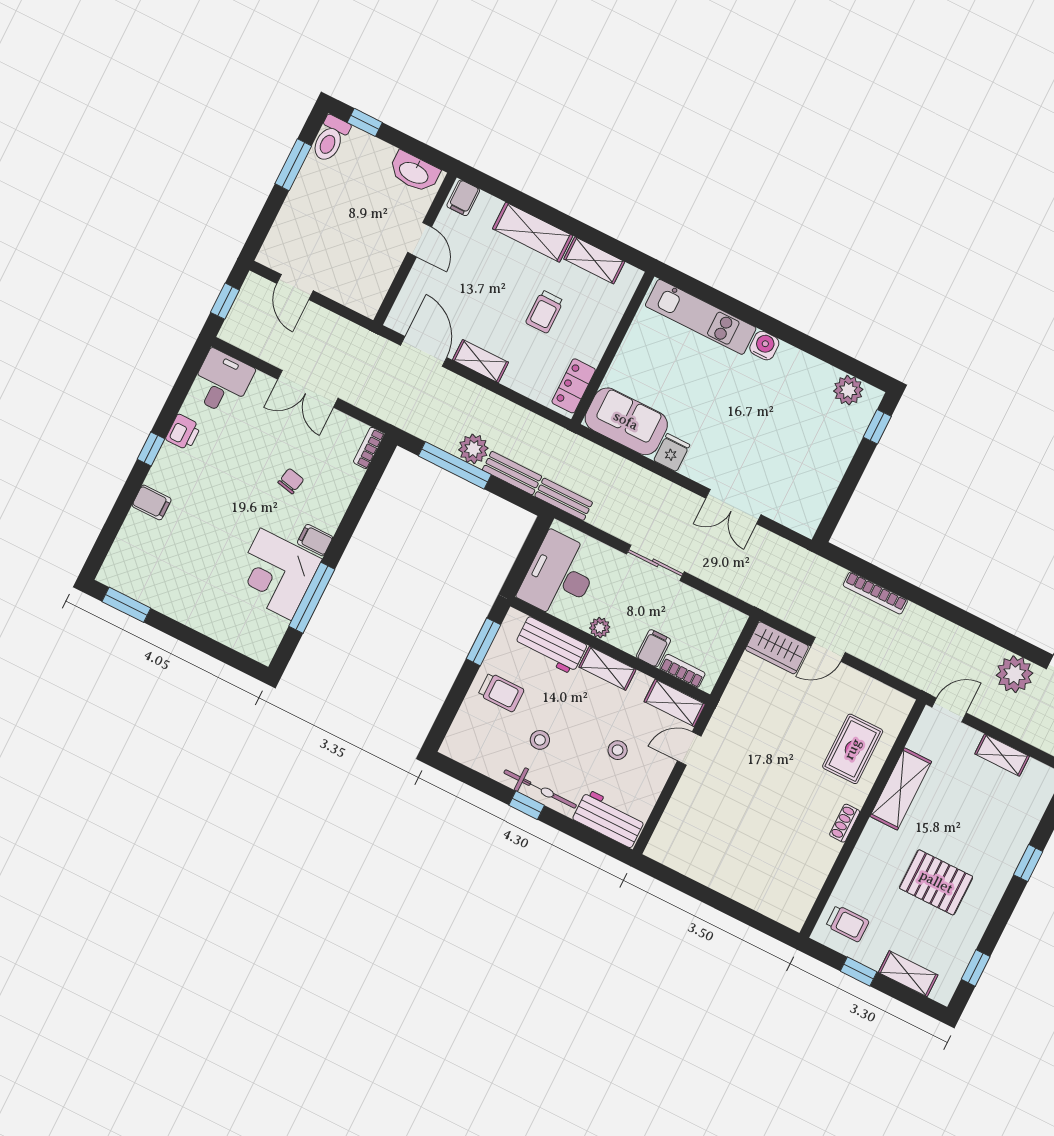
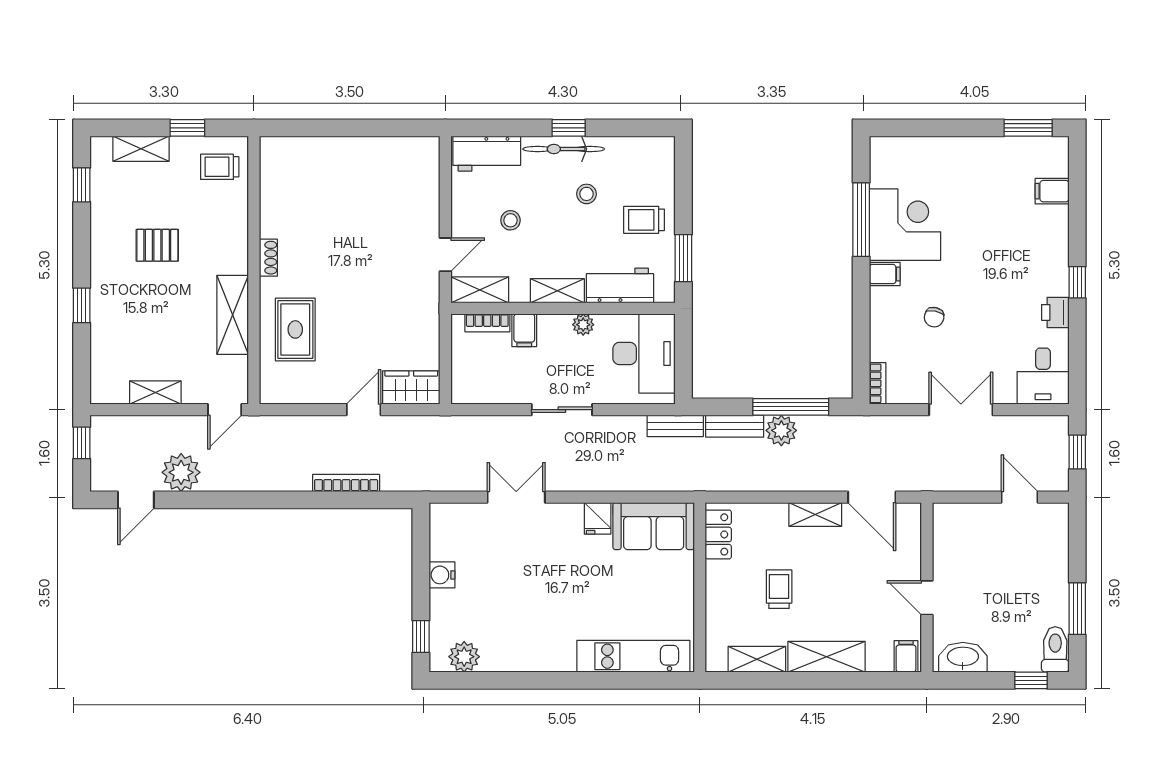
water cooler: (764, 346) -> (442, 575), moved, turned 90
filing cabinet: (152, 502) -> (1052, 191), moved
pallet: (936, 882) -> (157, 245), width x0.67, depth x0.71

